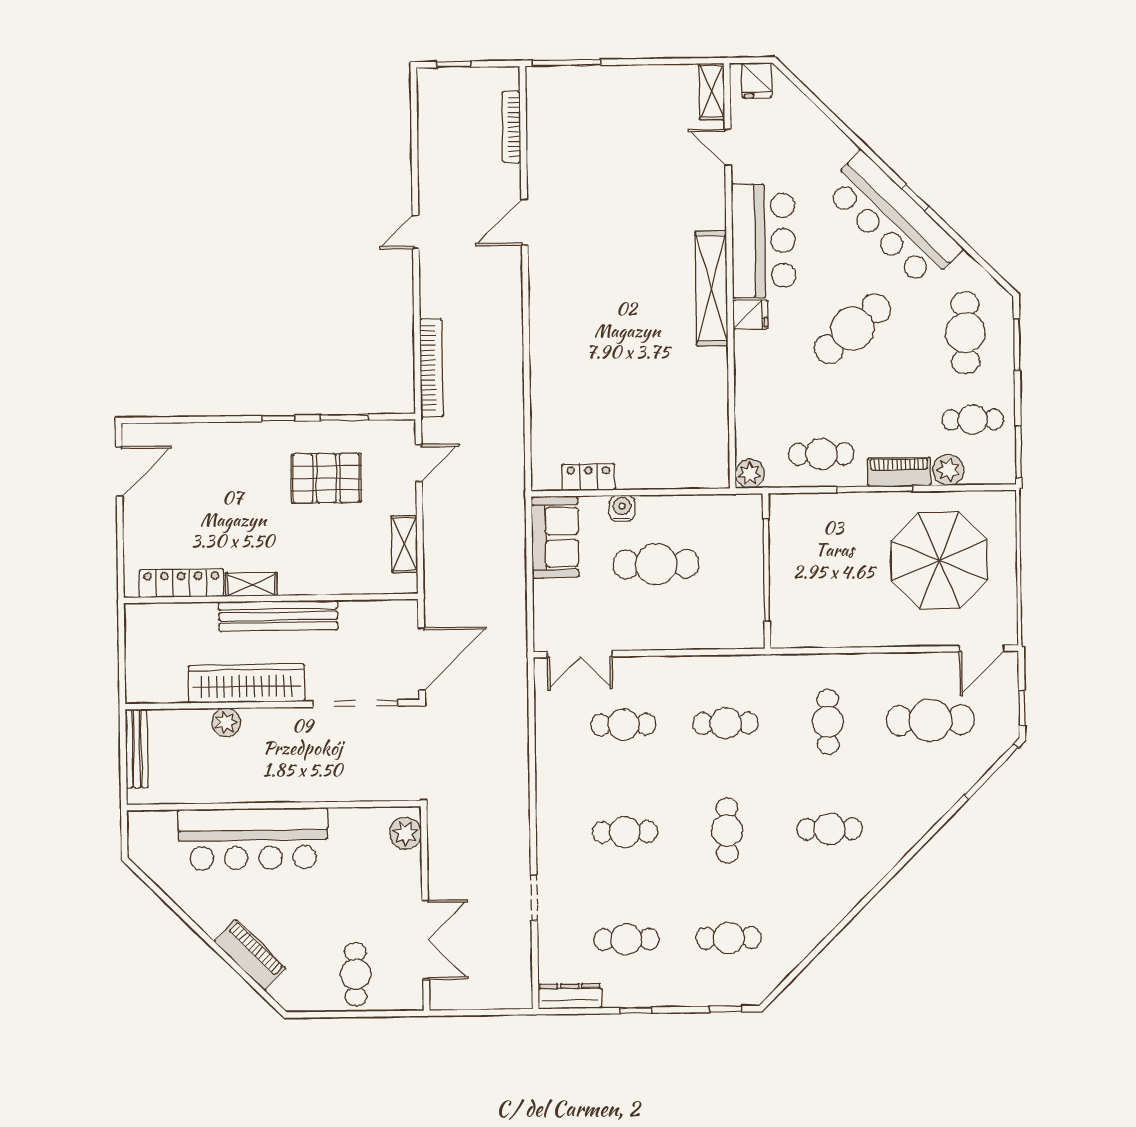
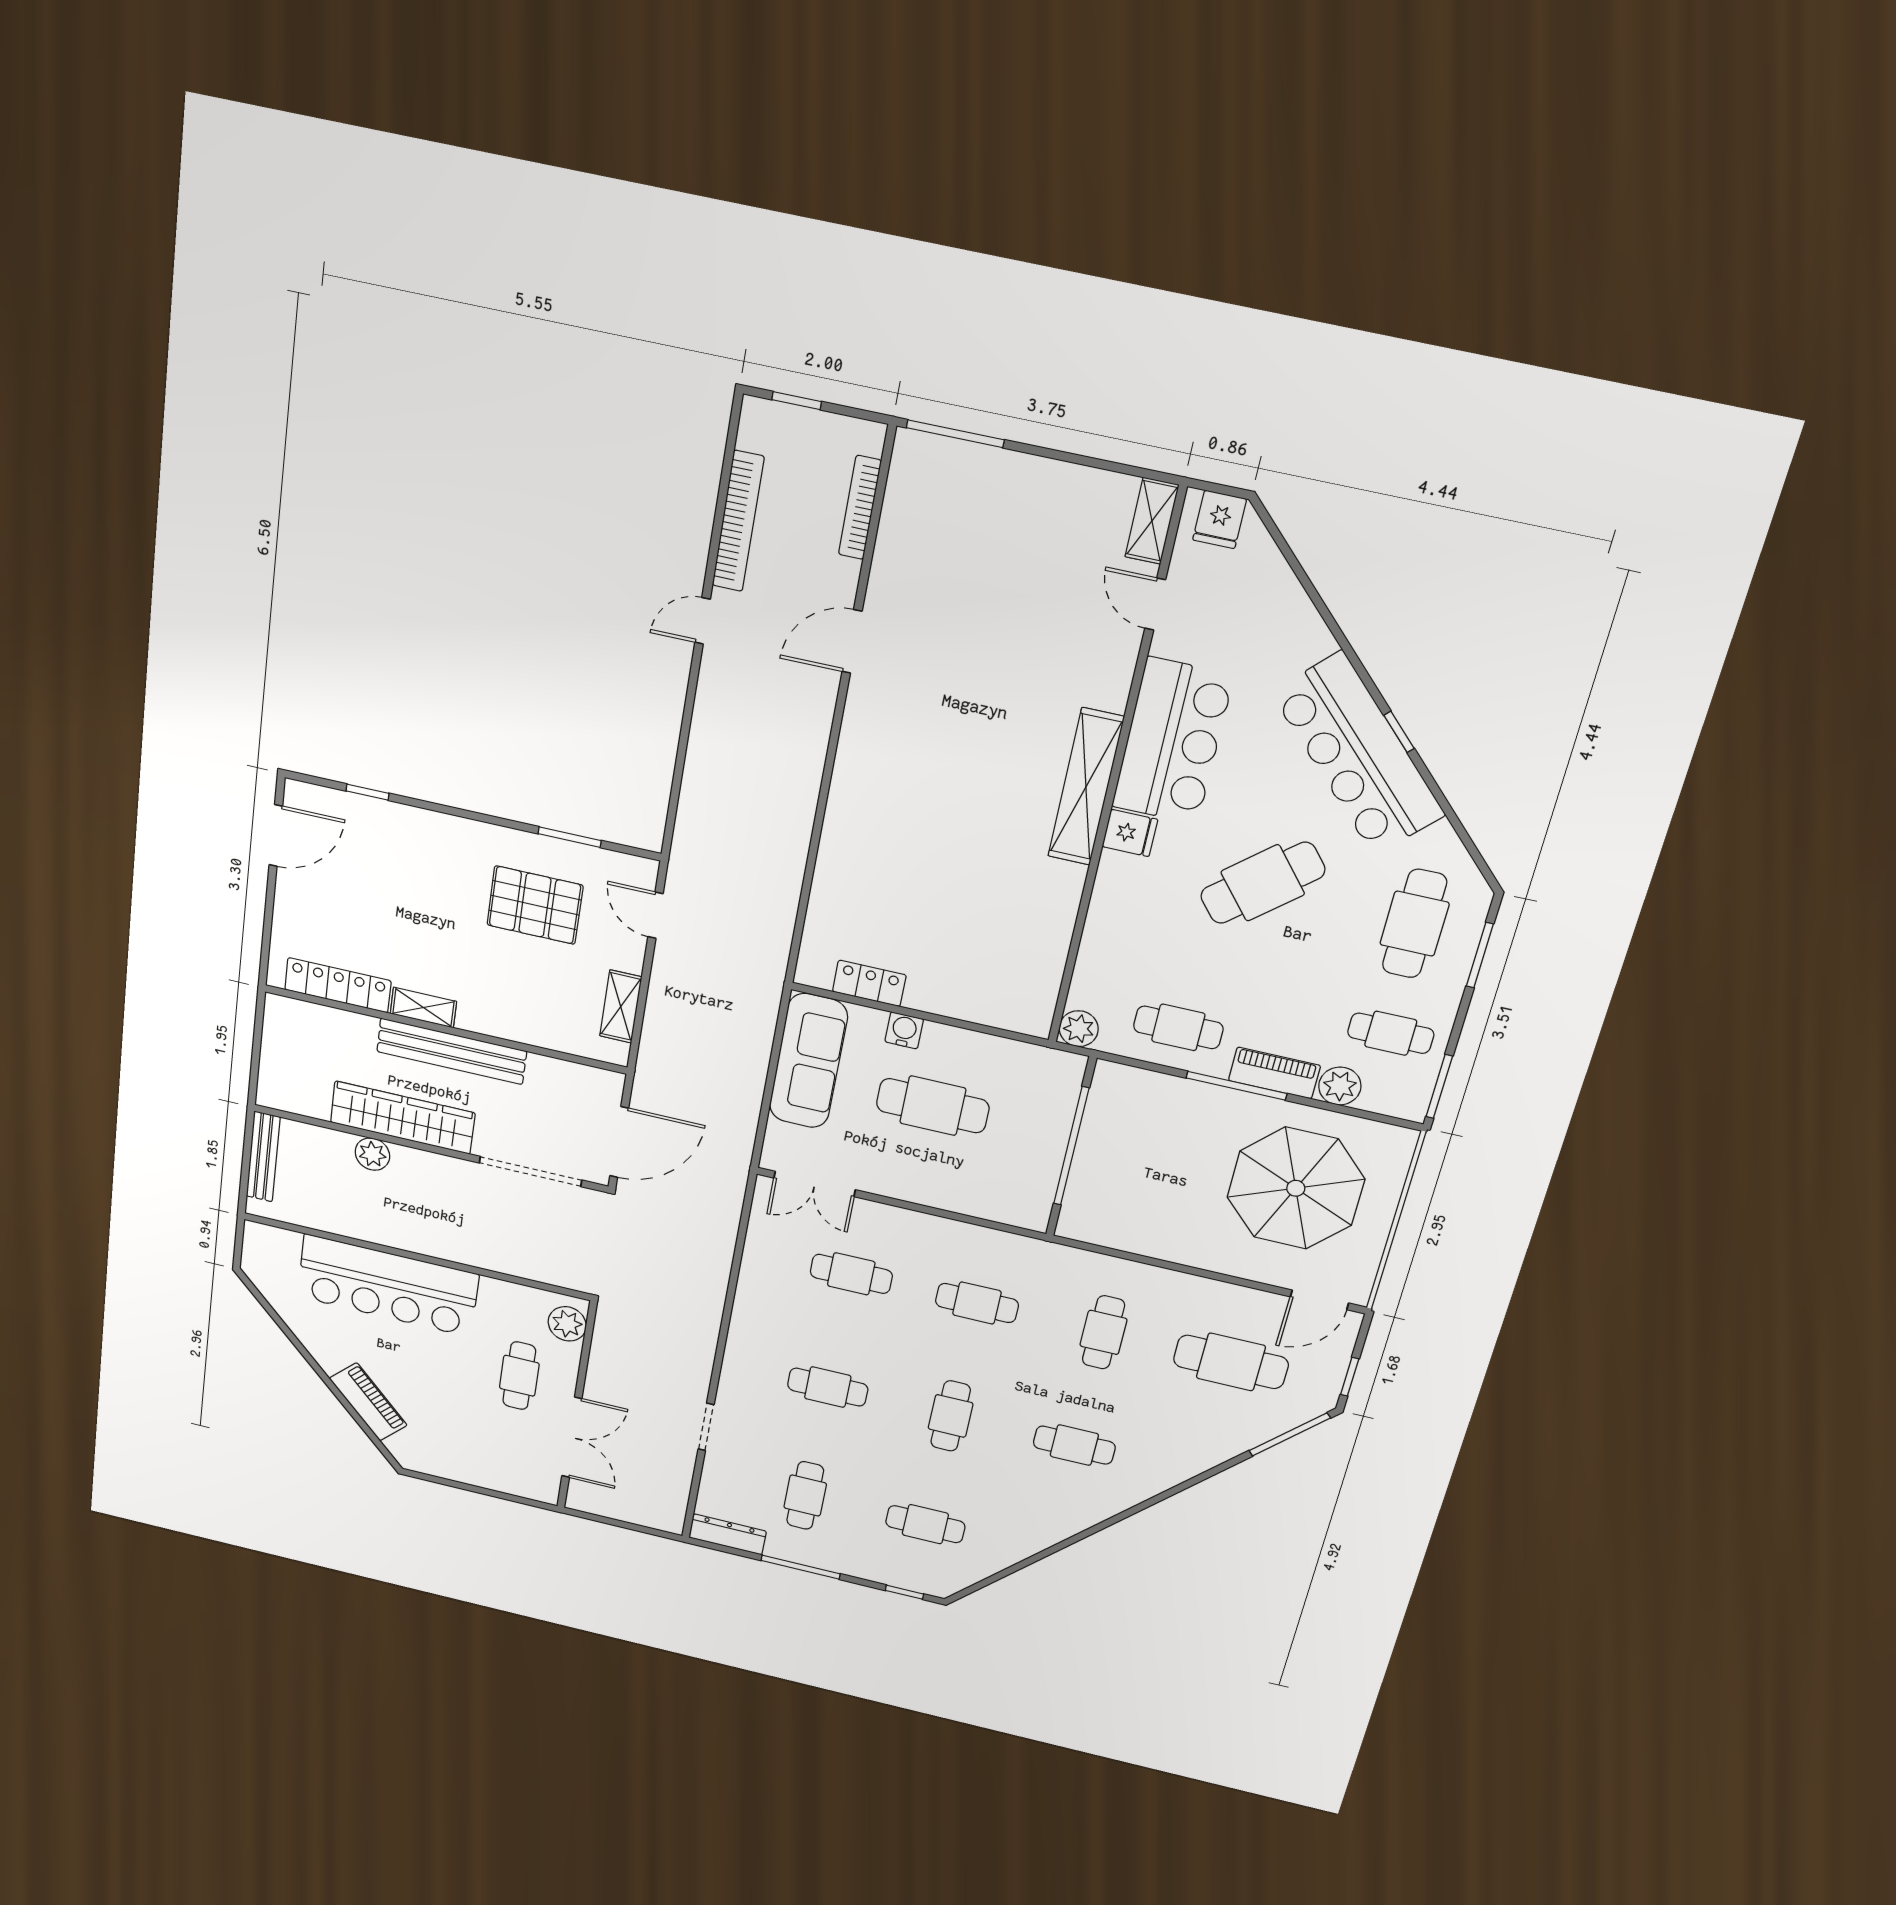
bookcase: (431, 368) -> (738, 521), moved
window: (278, 418) -> (367, 792), moved
door: (419, 463) -> (655, 915), swing flipped
sofa: (555, 537) -> (808, 1061), width x1.36
cafe table: (626, 939) -> (805, 1496), turned 90
cafe table: (356, 974) -> (519, 1376), moved
window: (636, 1010) -> (801, 1567), width x2.17

